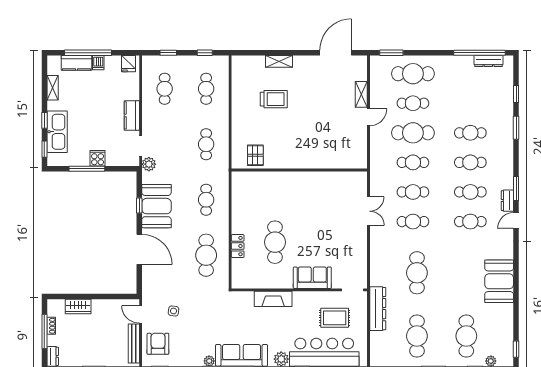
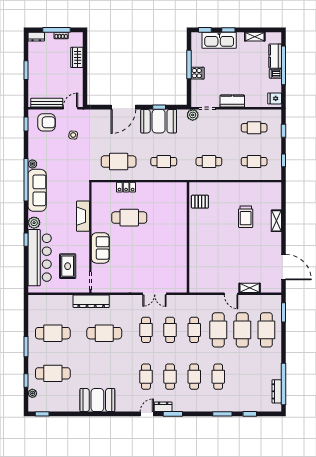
cafe table: (413, 103) -> (242, 330), width x1.37, depth x1.35
door: (516, 221) -> (147, 414), hinge flipped
dresser: (378, 309) -> (91, 301), moved

